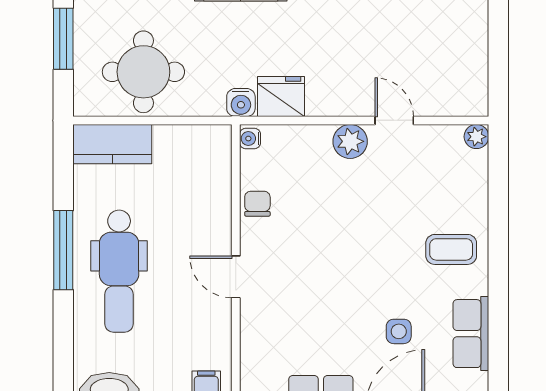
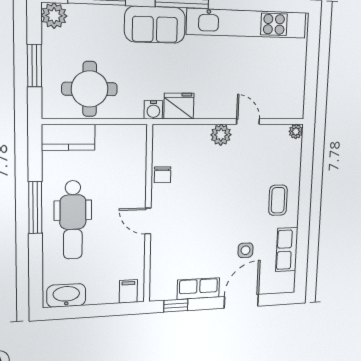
water cooler: (250, 139) -> (159, 133), removed
chair: (257, 204) -> (163, 175), turned 180
coffee table: (451, 249) -> (278, 200), turned 90

